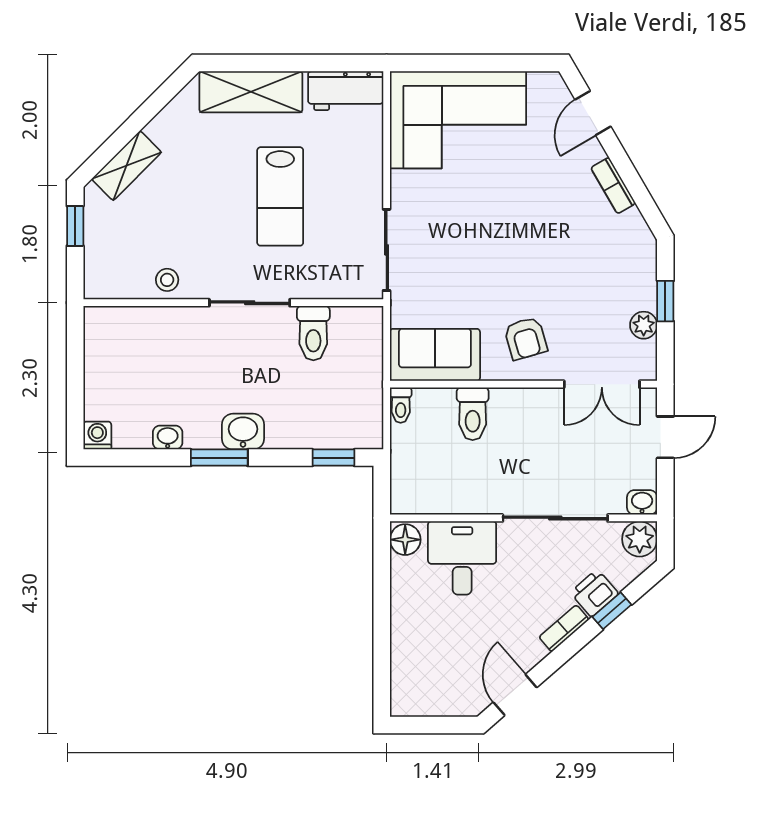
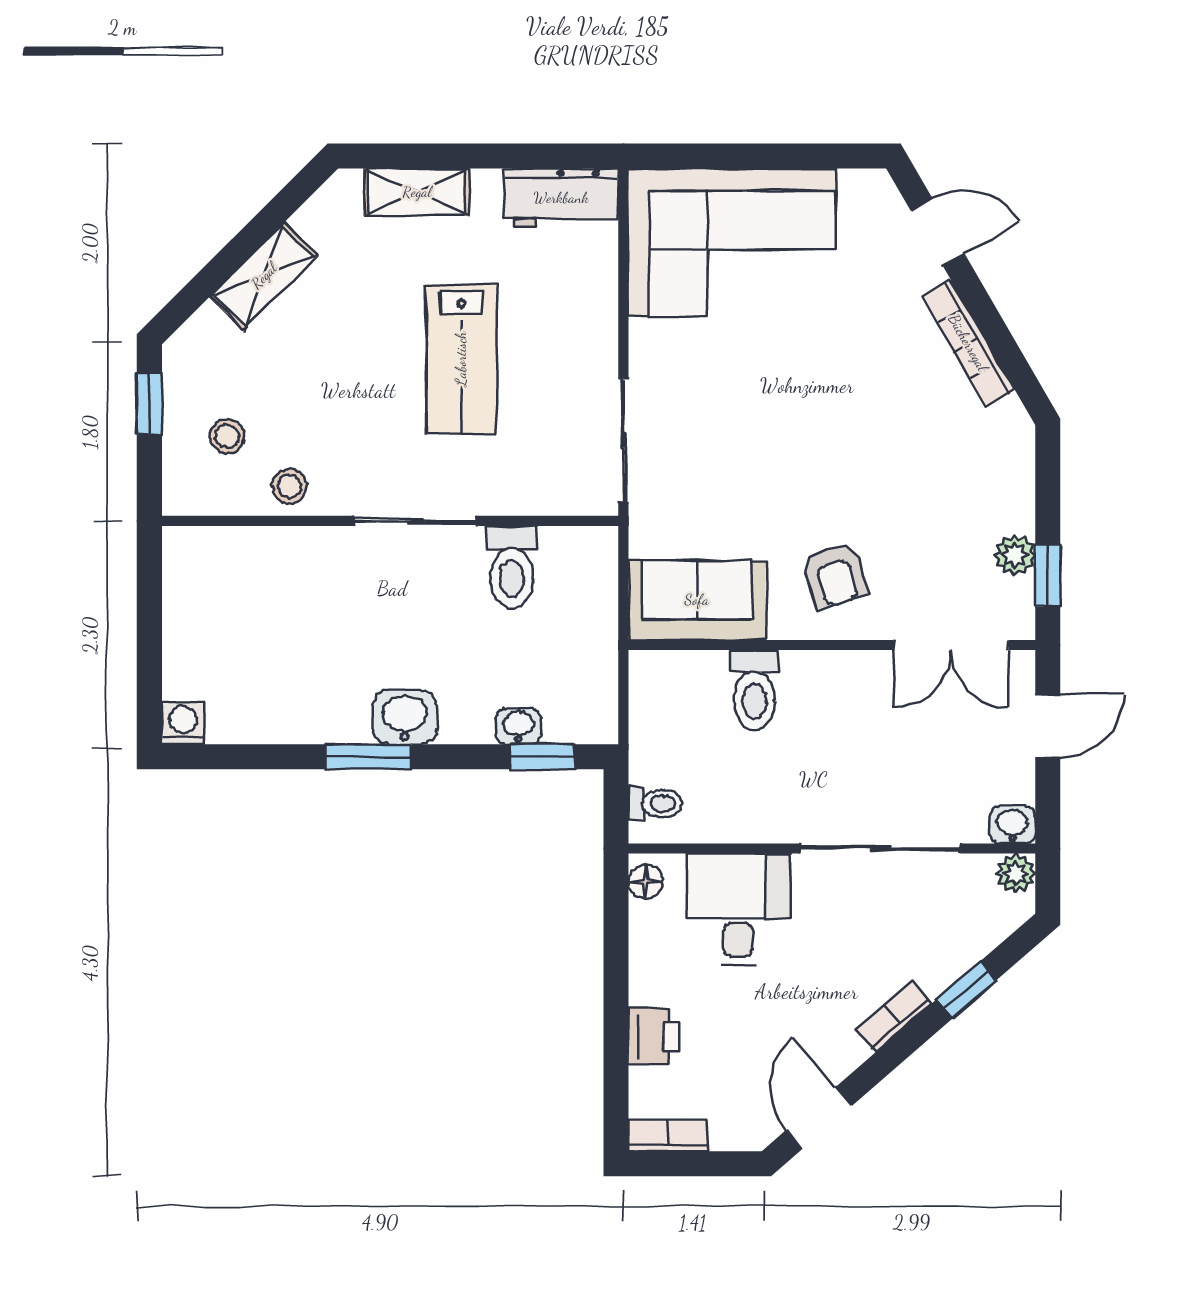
shelving: (251, 92) -> (417, 192), width x0.67, depth x0.75
door: (593, 113) -> (938, 232), swing flipped
shelving: (127, 166) -> (264, 276), moved
bookcase: (613, 186) -> (968, 343), width x1.56
stool: (126, 247) -> (227, 436), added
window: (665, 301) -> (1048, 576), moved
toilet: (401, 405) -> (655, 803), moved, turned -90
washbasin: (168, 437) -> (518, 726), moved
plant: (640, 539) -> (1016, 873), width x0.73, depth x0.73
floor lamp: (405, 540) -> (645, 882), width x0.73, depth x0.73
printer: (594, 593) -> (654, 1036), moved, turned 131
bookcase: (416, 706) -> (668, 1135), added

